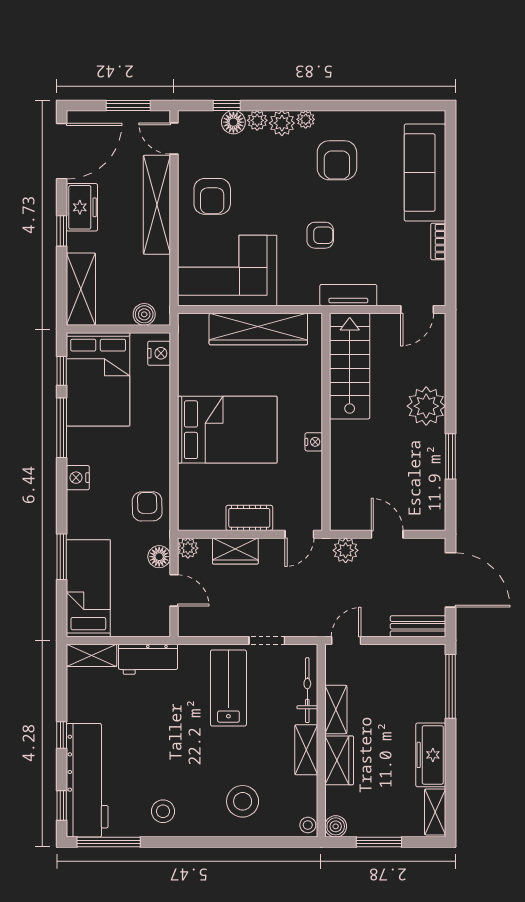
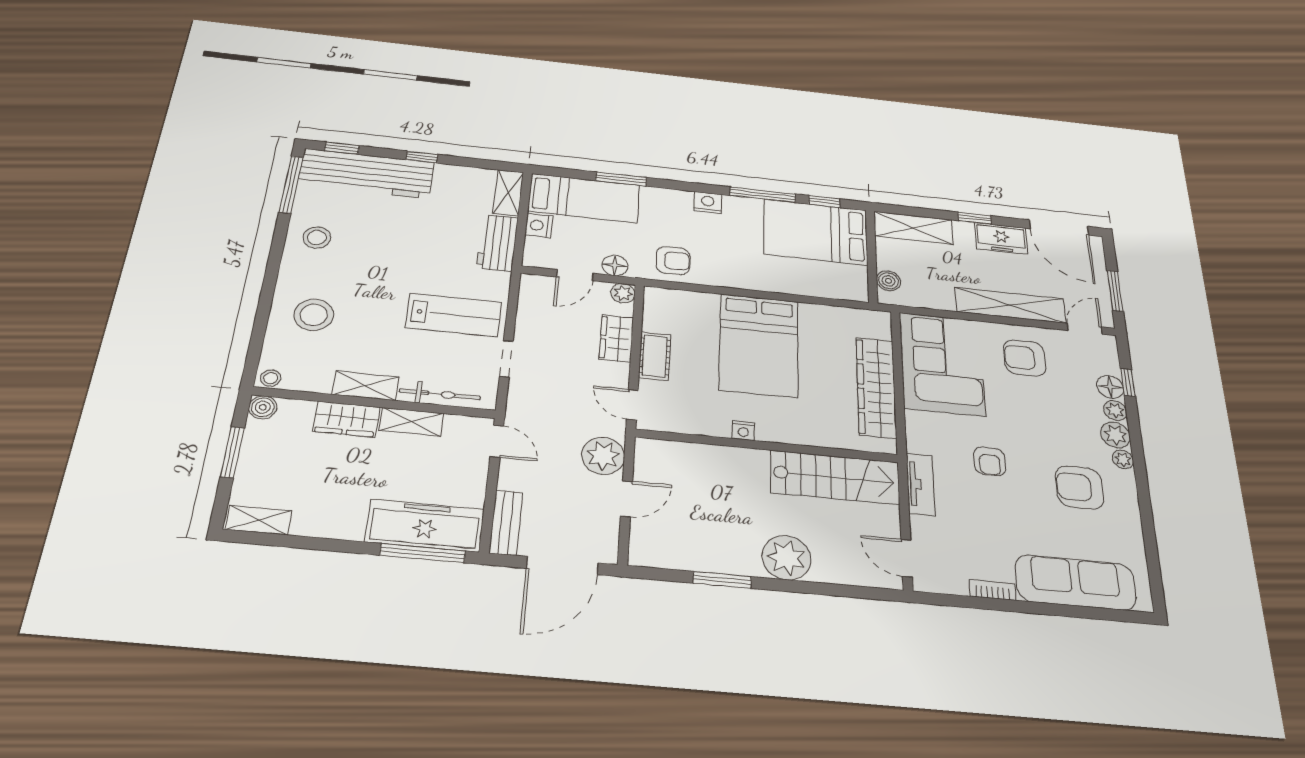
nightstand: (159, 353) -> (539, 225), moved, turned 90
plant: (346, 550) -> (603, 456), width x1.36, depth x1.36
freezer: (431, 755) -> (425, 525), moved, width x1.36, depth x1.26

